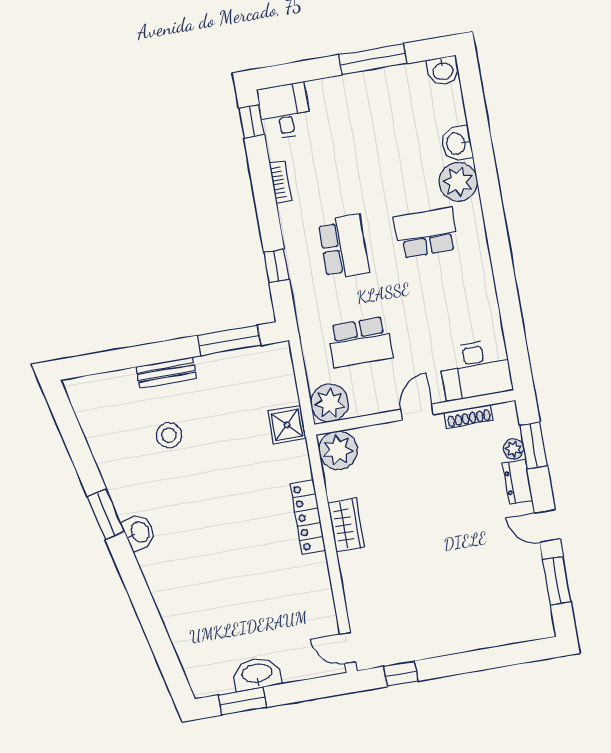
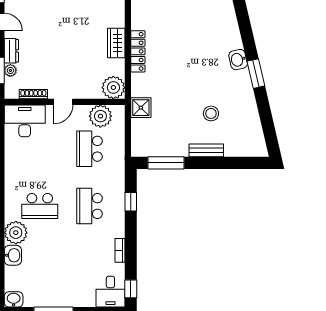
school desk: (360, 342) -> (89, 149), turned -90
plant: (330, 403) -> (100, 116), moved

